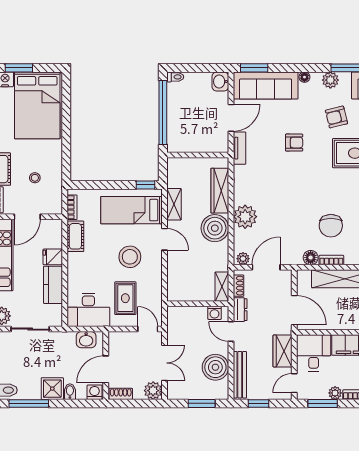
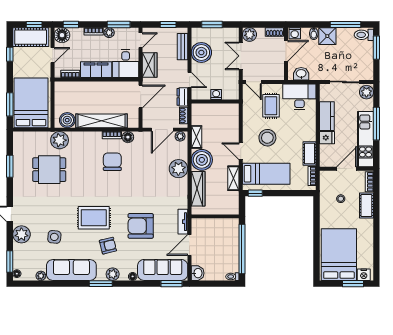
armchair: (294, 143) -> (141, 226), width x1.88, depth x1.88
shelving: (222, 287) -> (196, 137), moved
door: (294, 310) -> (141, 97), swing flipped
washing machine: (214, 313) -> (216, 95), moved
bench: (240, 375) -> (183, 47), width x0.73

